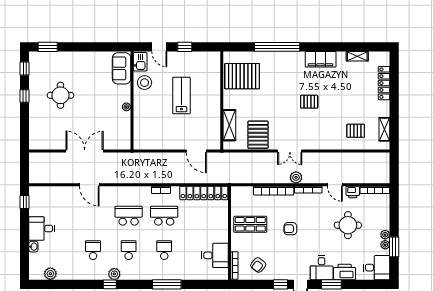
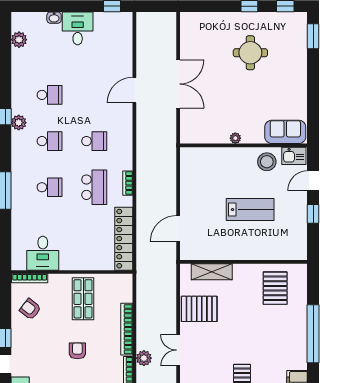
pallet: (242, 76) -> (275, 288), width x0.73, depth x0.71
school desk: (129, 216) -> (94, 141), width x0.54

